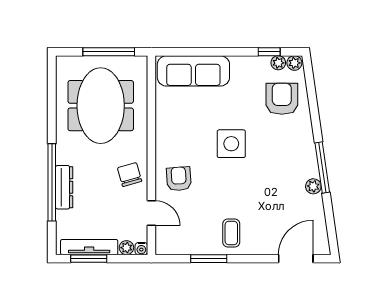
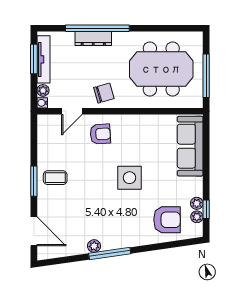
plant: (294, 63) -> (197, 203), moved
window: (209, 259) -> (34, 181), moved

